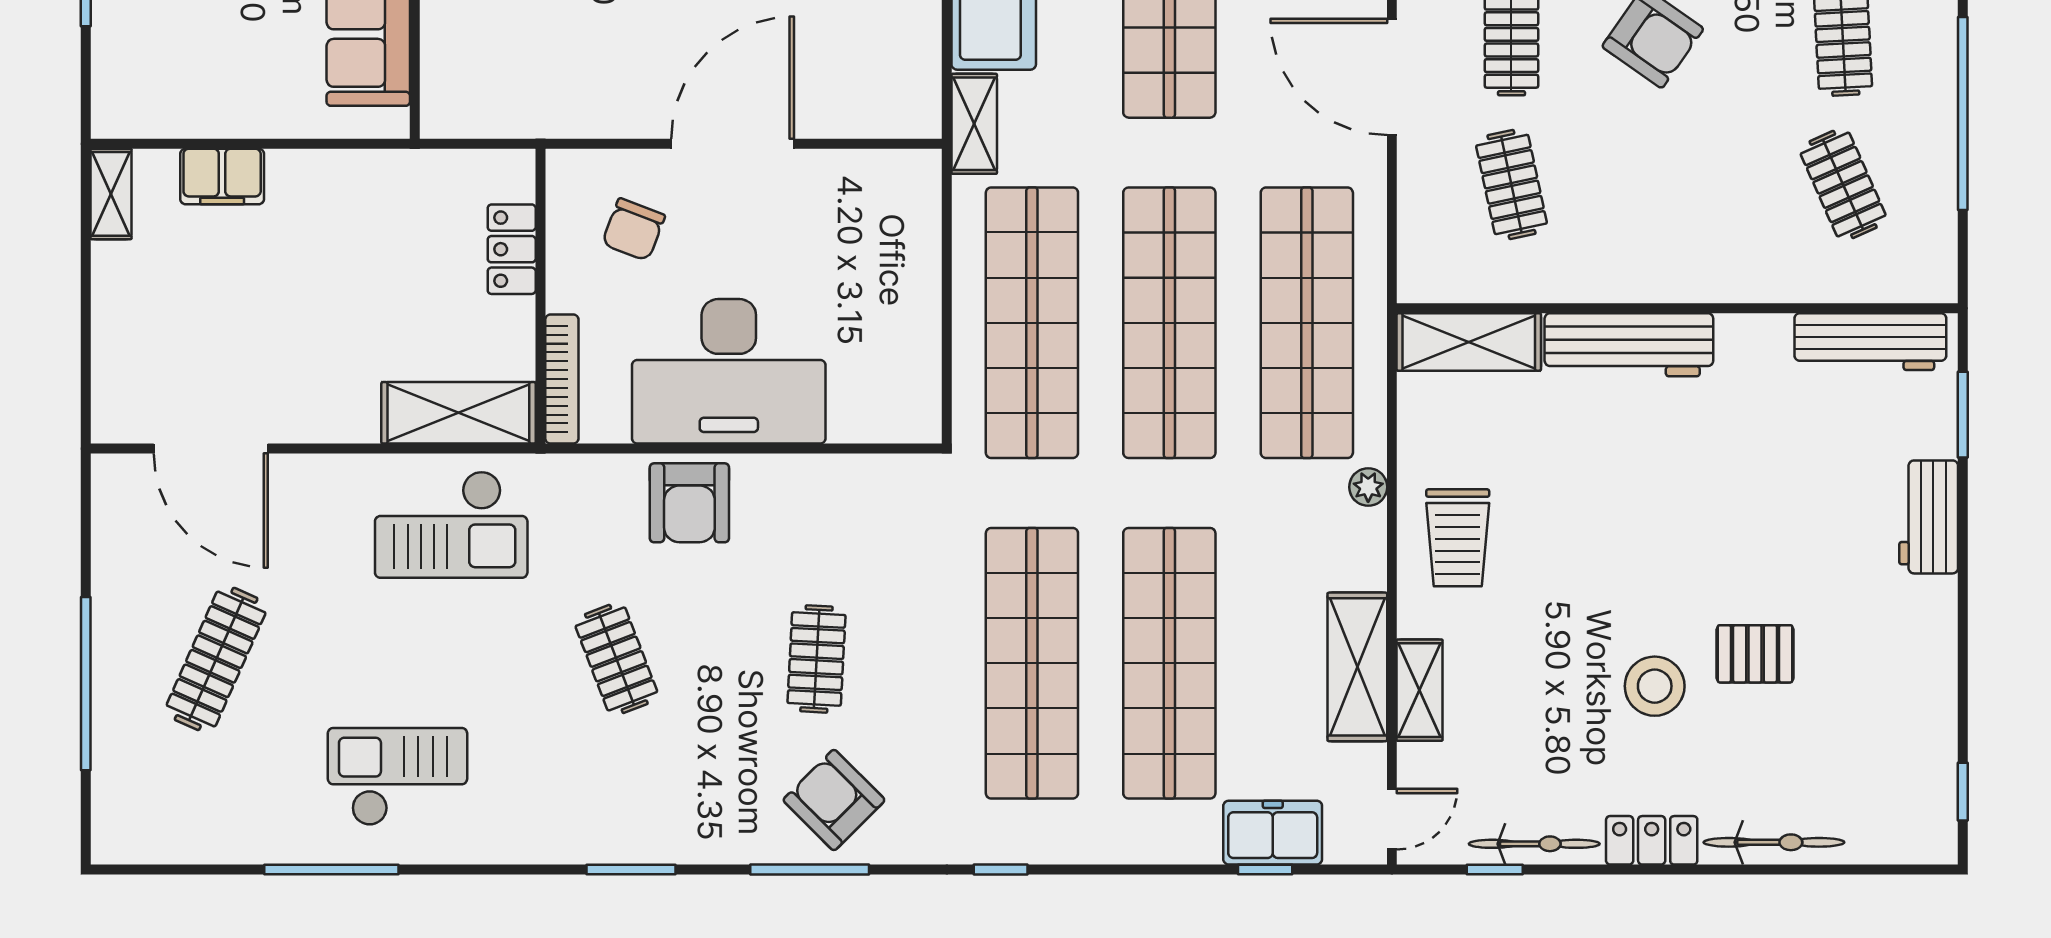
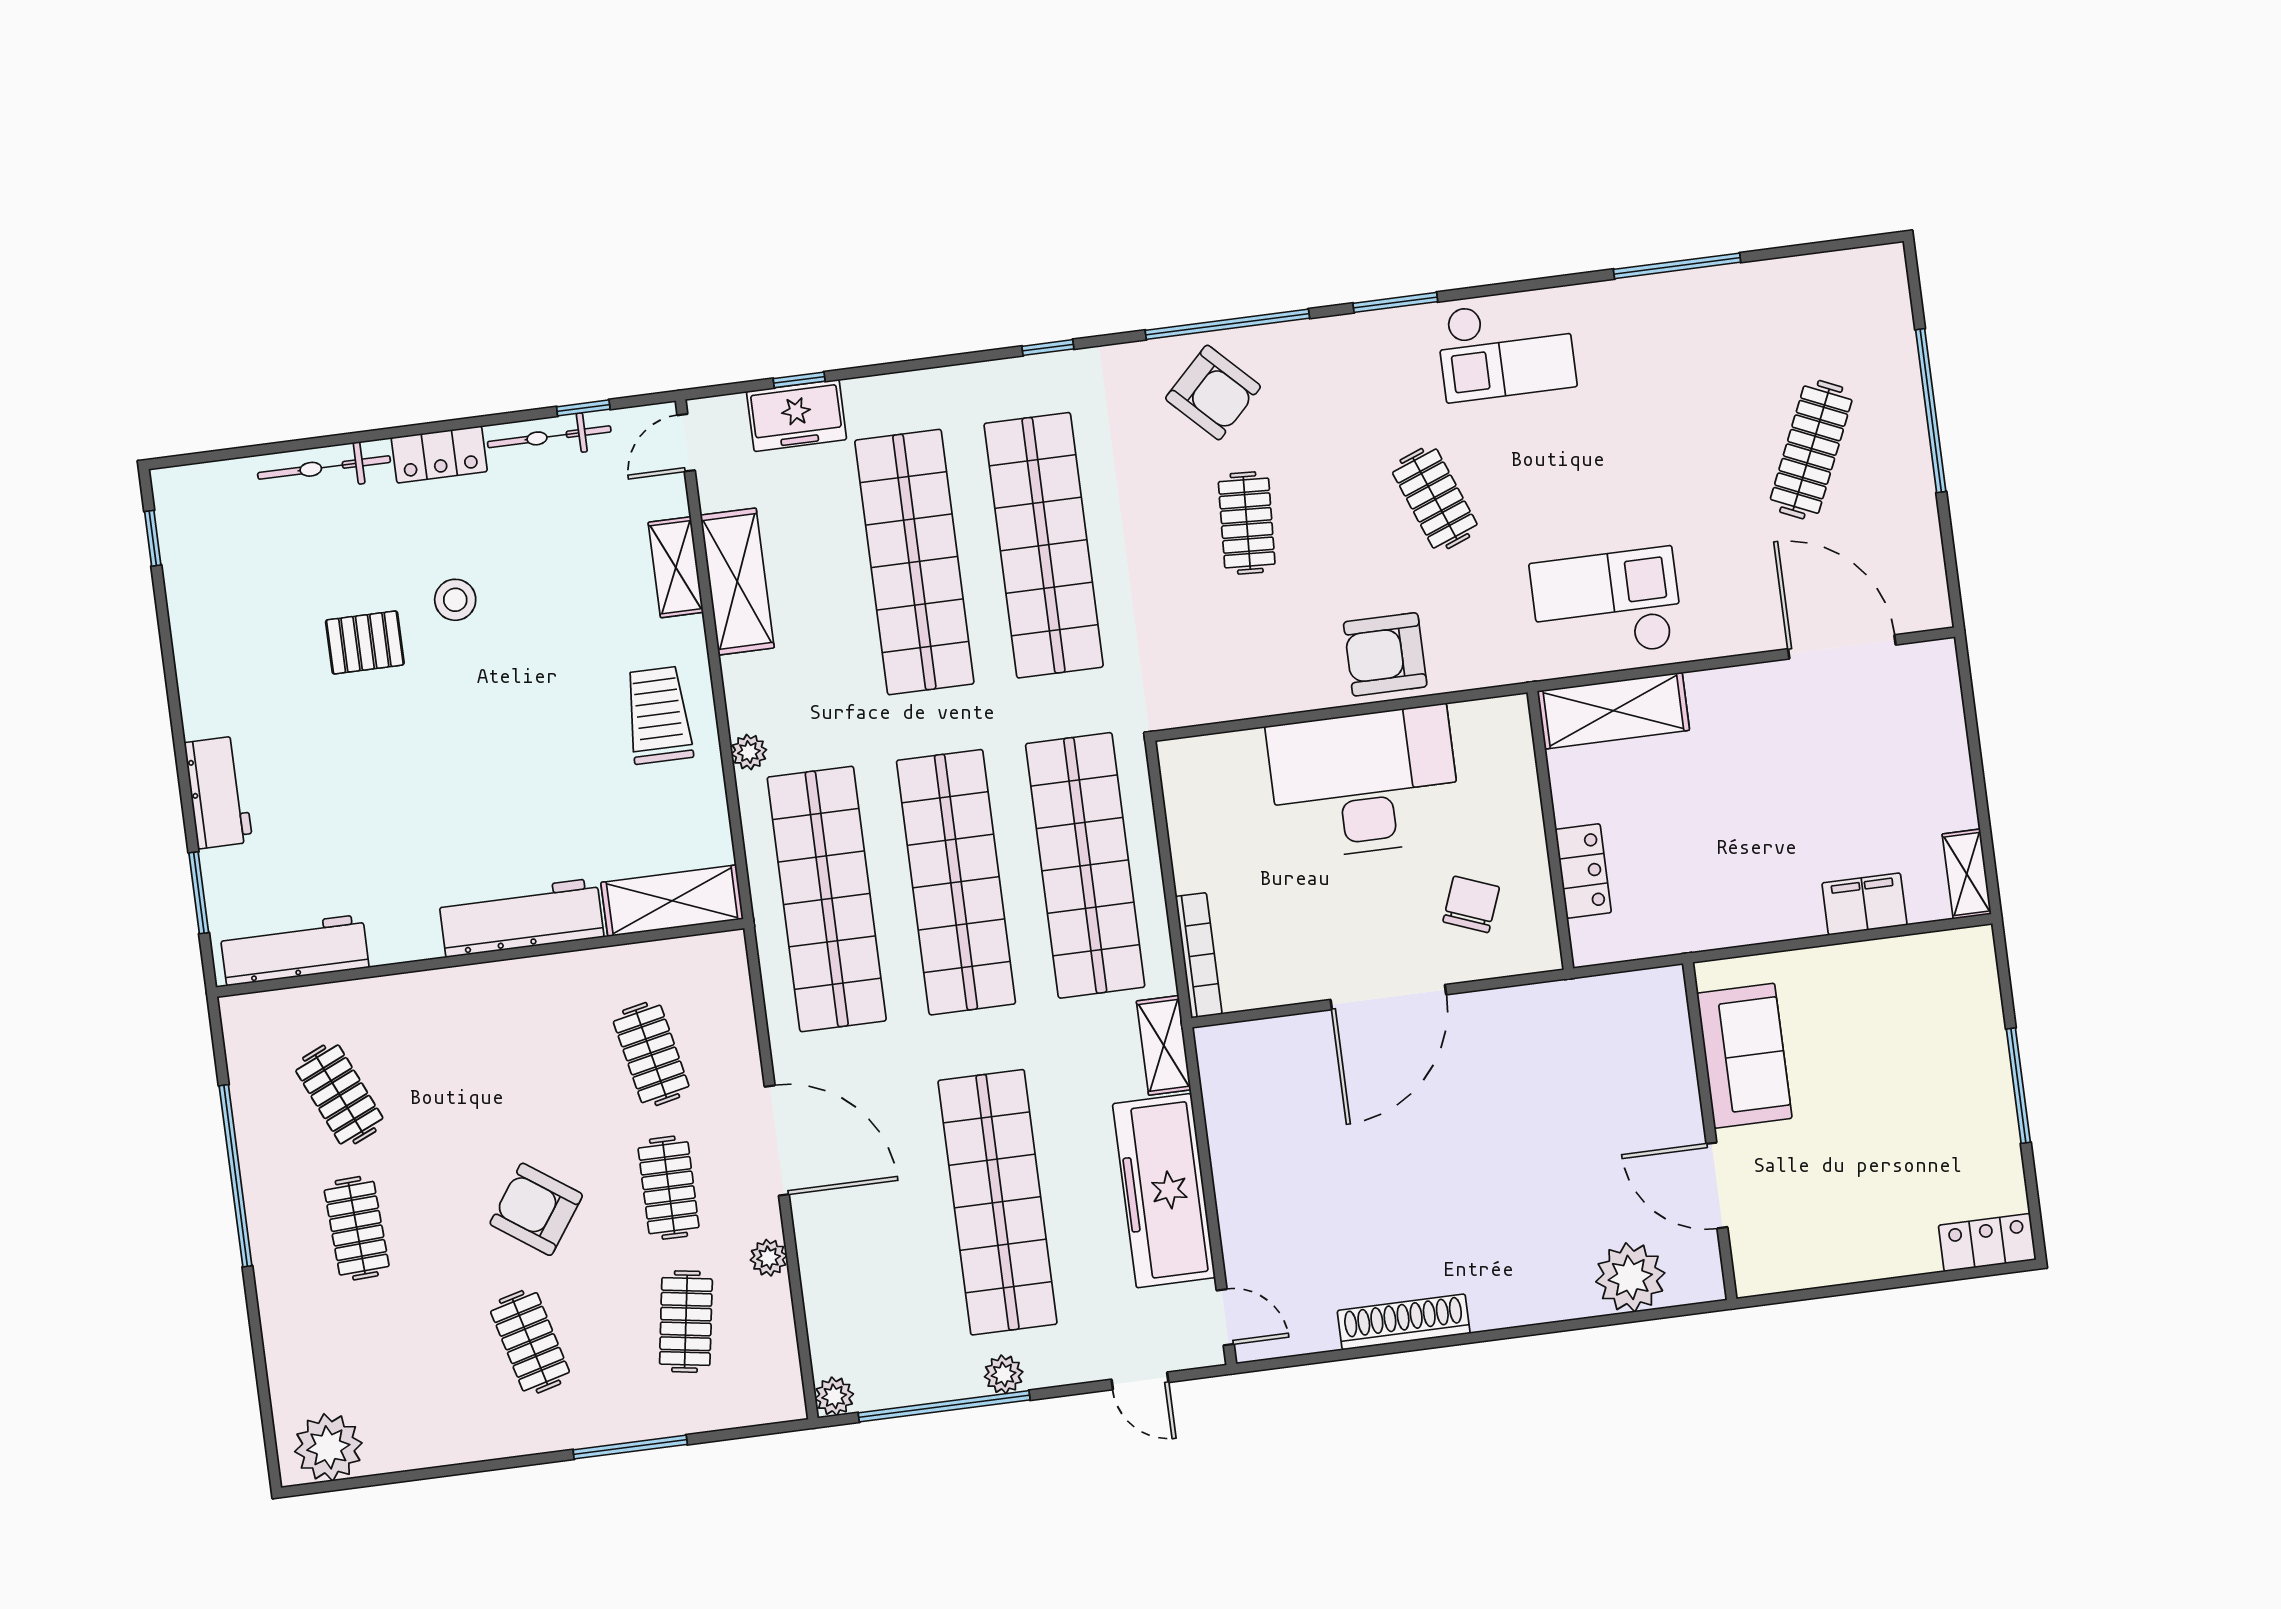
bookcase: (562, 379) -> (1199, 955), moved, turned 180
armchair: (689, 503) -> (1385, 654), turned -90
stool: (1655, 686) -> (455, 600), width x0.73, depth x0.73
checkout: (397, 777) -> (1506, 349), moved
window: (810, 869) -> (1227, 324), width x1.46

